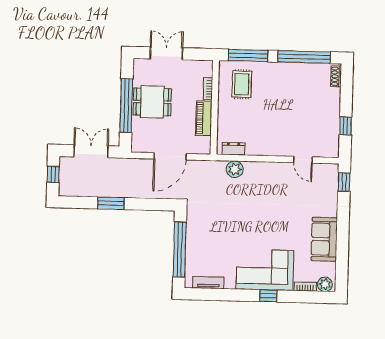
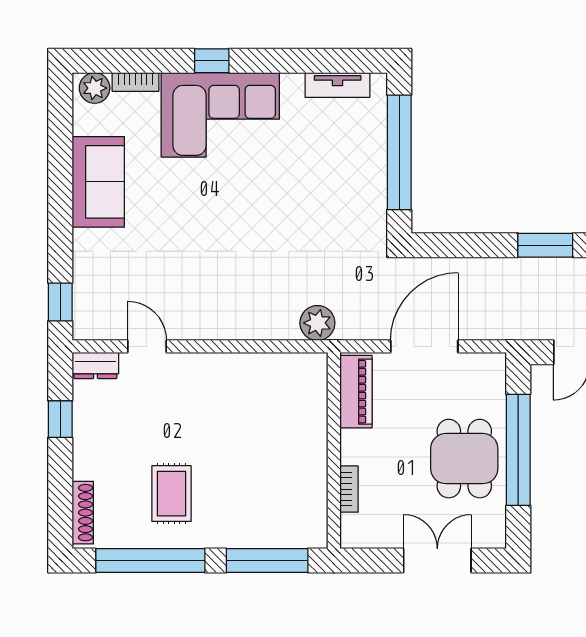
double door: (166, 53) -> (437, 561), swing flipped
shoe rack: (336, 76) -> (83, 513), width x1.43
rug: (242, 84) -> (171, 494), moved
dining table: (152, 102) -> (464, 459), turned 90
piano: (204, 118) -> (356, 392), moved
dresser: (233, 149) -> (95, 365), moved
plant: (235, 169) -> (317, 323), moved

